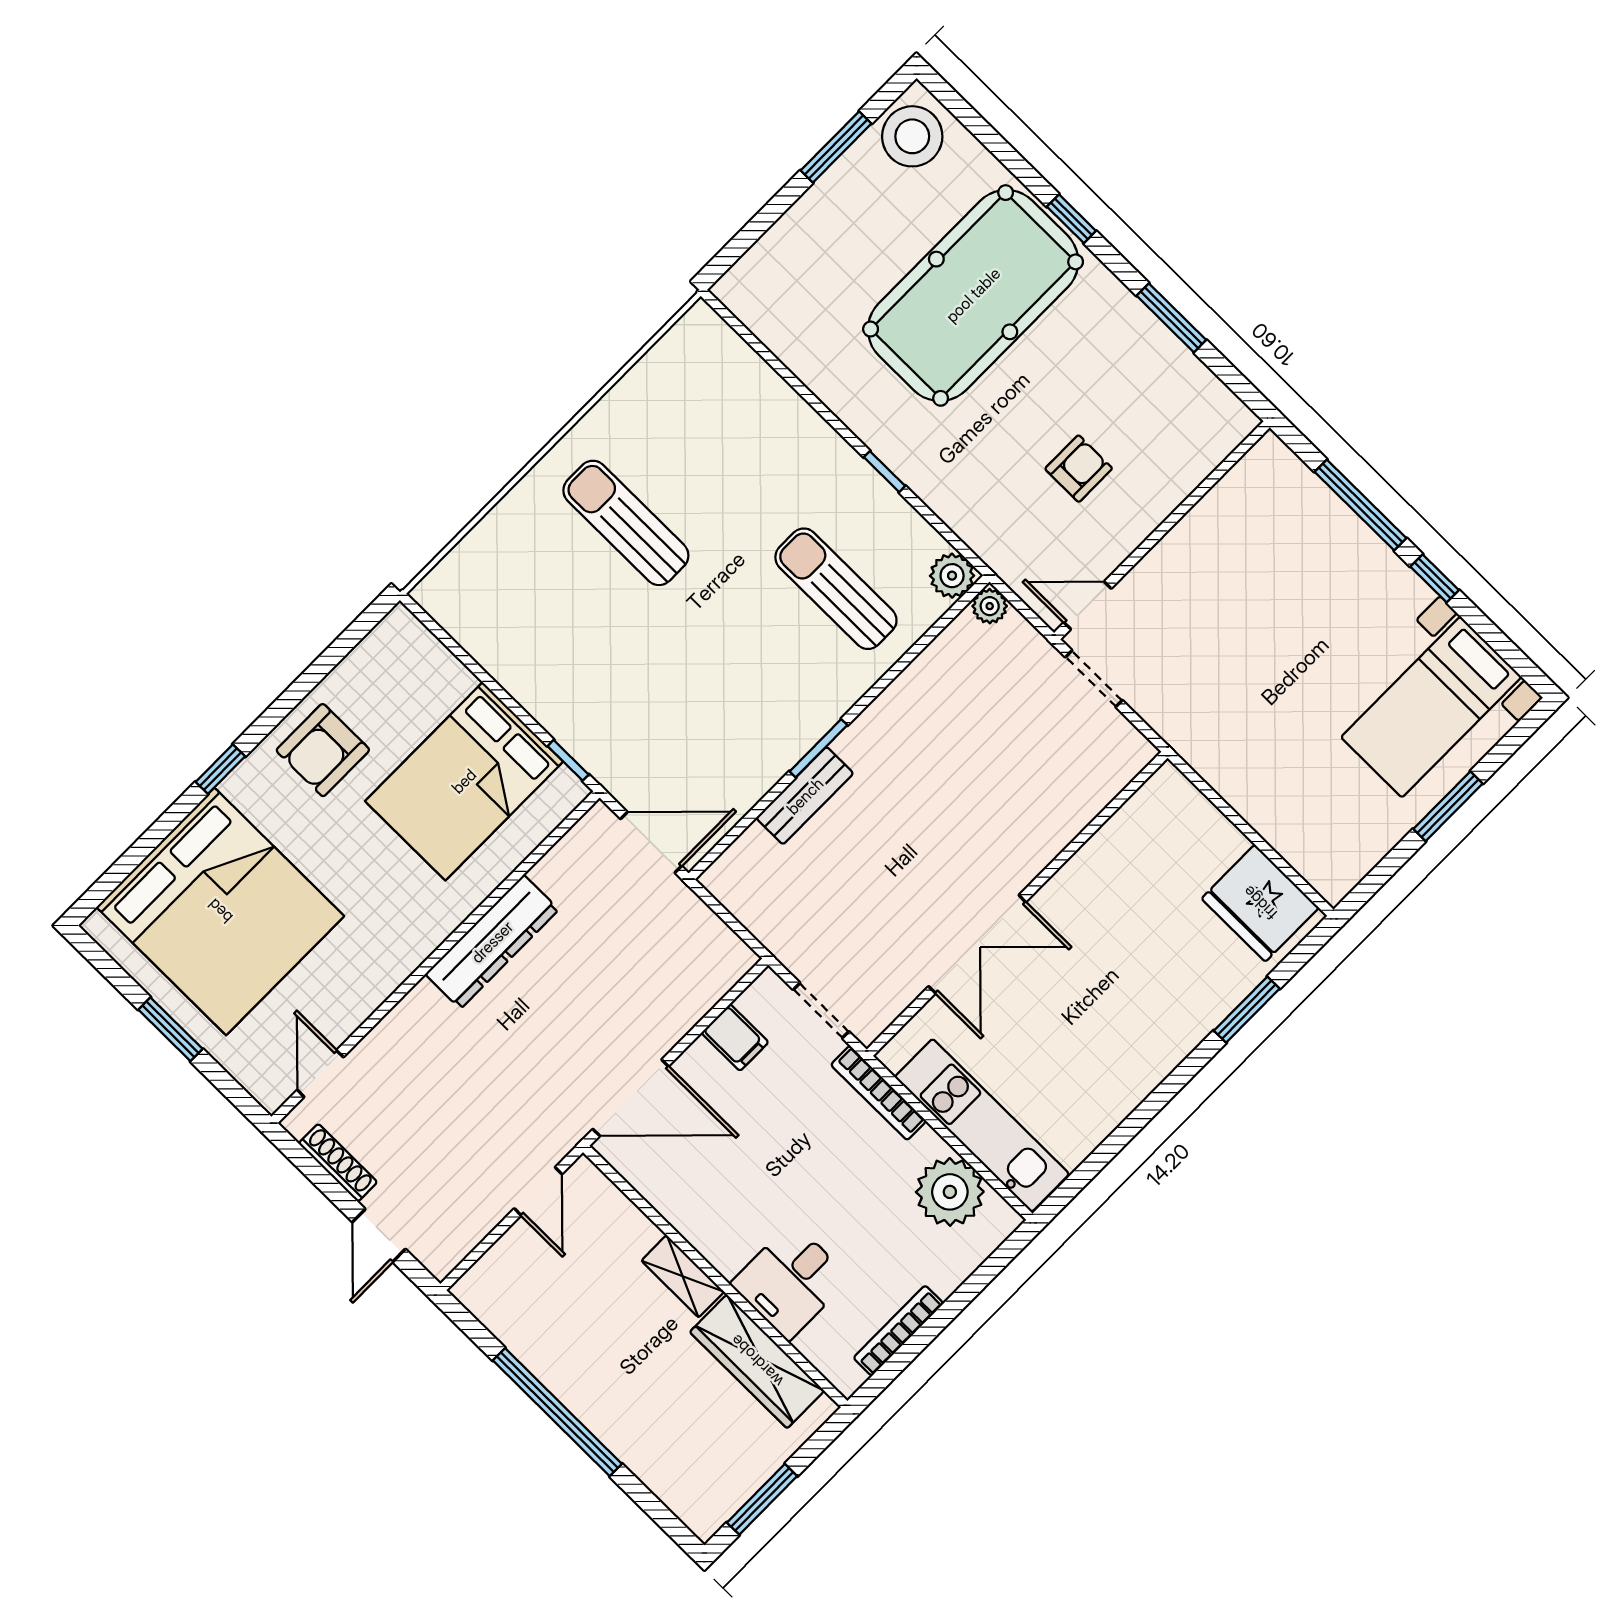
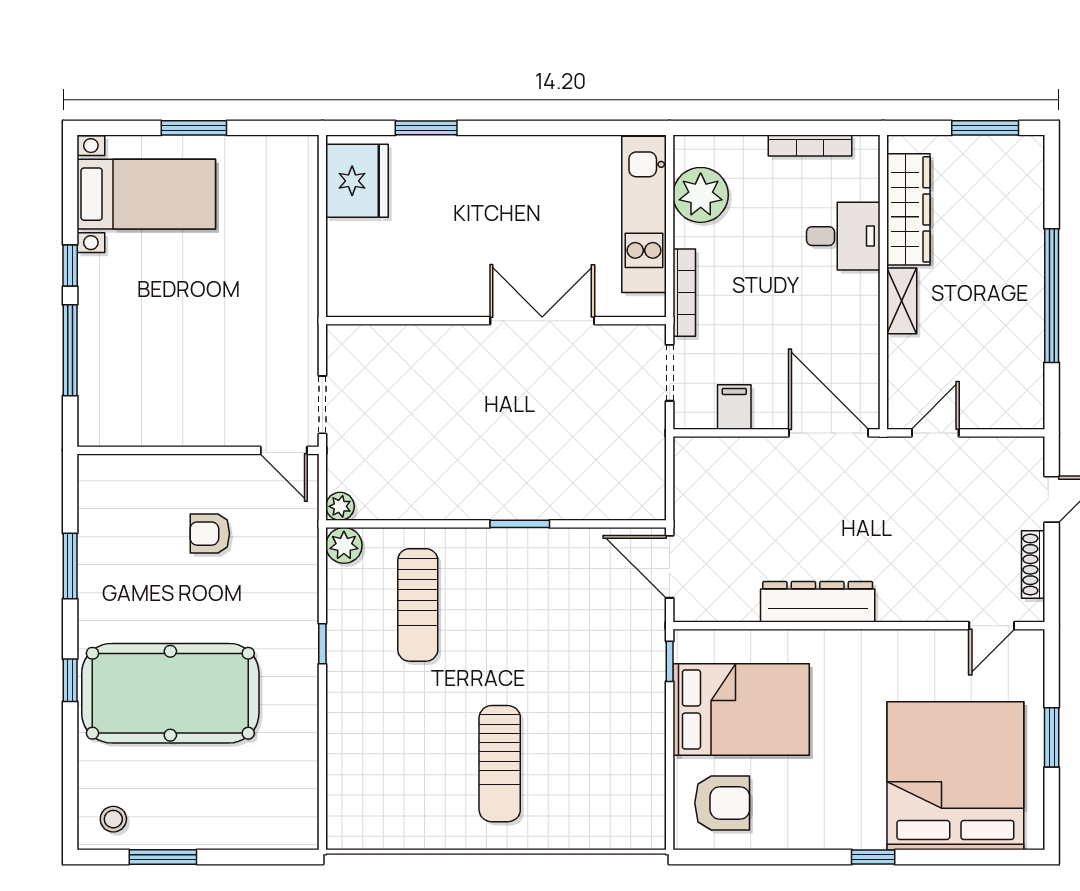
stool: (912, 136) -> (113, 819), width x0.53, depth x0.53
armchair: (323, 750) -> (722, 803), moved
bench: (805, 796) -> (555, 505), removed

